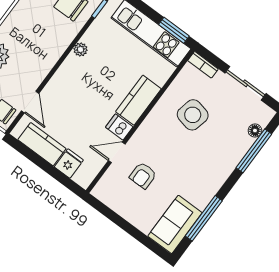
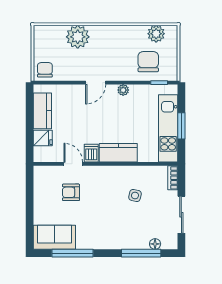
window: (174, 30) -> (181, 126), moved
door: (30, 102) -> (96, 83), moved
side table: (193, 115) -> (135, 195), width x0.54, depth x0.54

